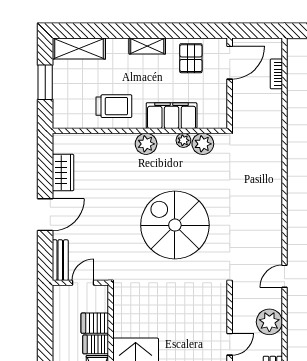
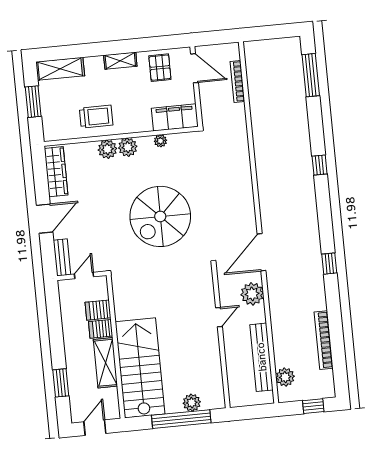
door: (230, 63) -> (194, 68), hinge flipped
bookcase: (276, 74) -> (237, 82), width x1.56
filing cabinet: (172, 116) -> (175, 117), moved
plant: (203, 144) -> (107, 149), moved
wardrobe: (63, 173) -> (56, 172), width x1.50
spiral stairs: (175, 225) -> (160, 216), turned -90
door: (284, 276) -> (262, 252), width x1.87

